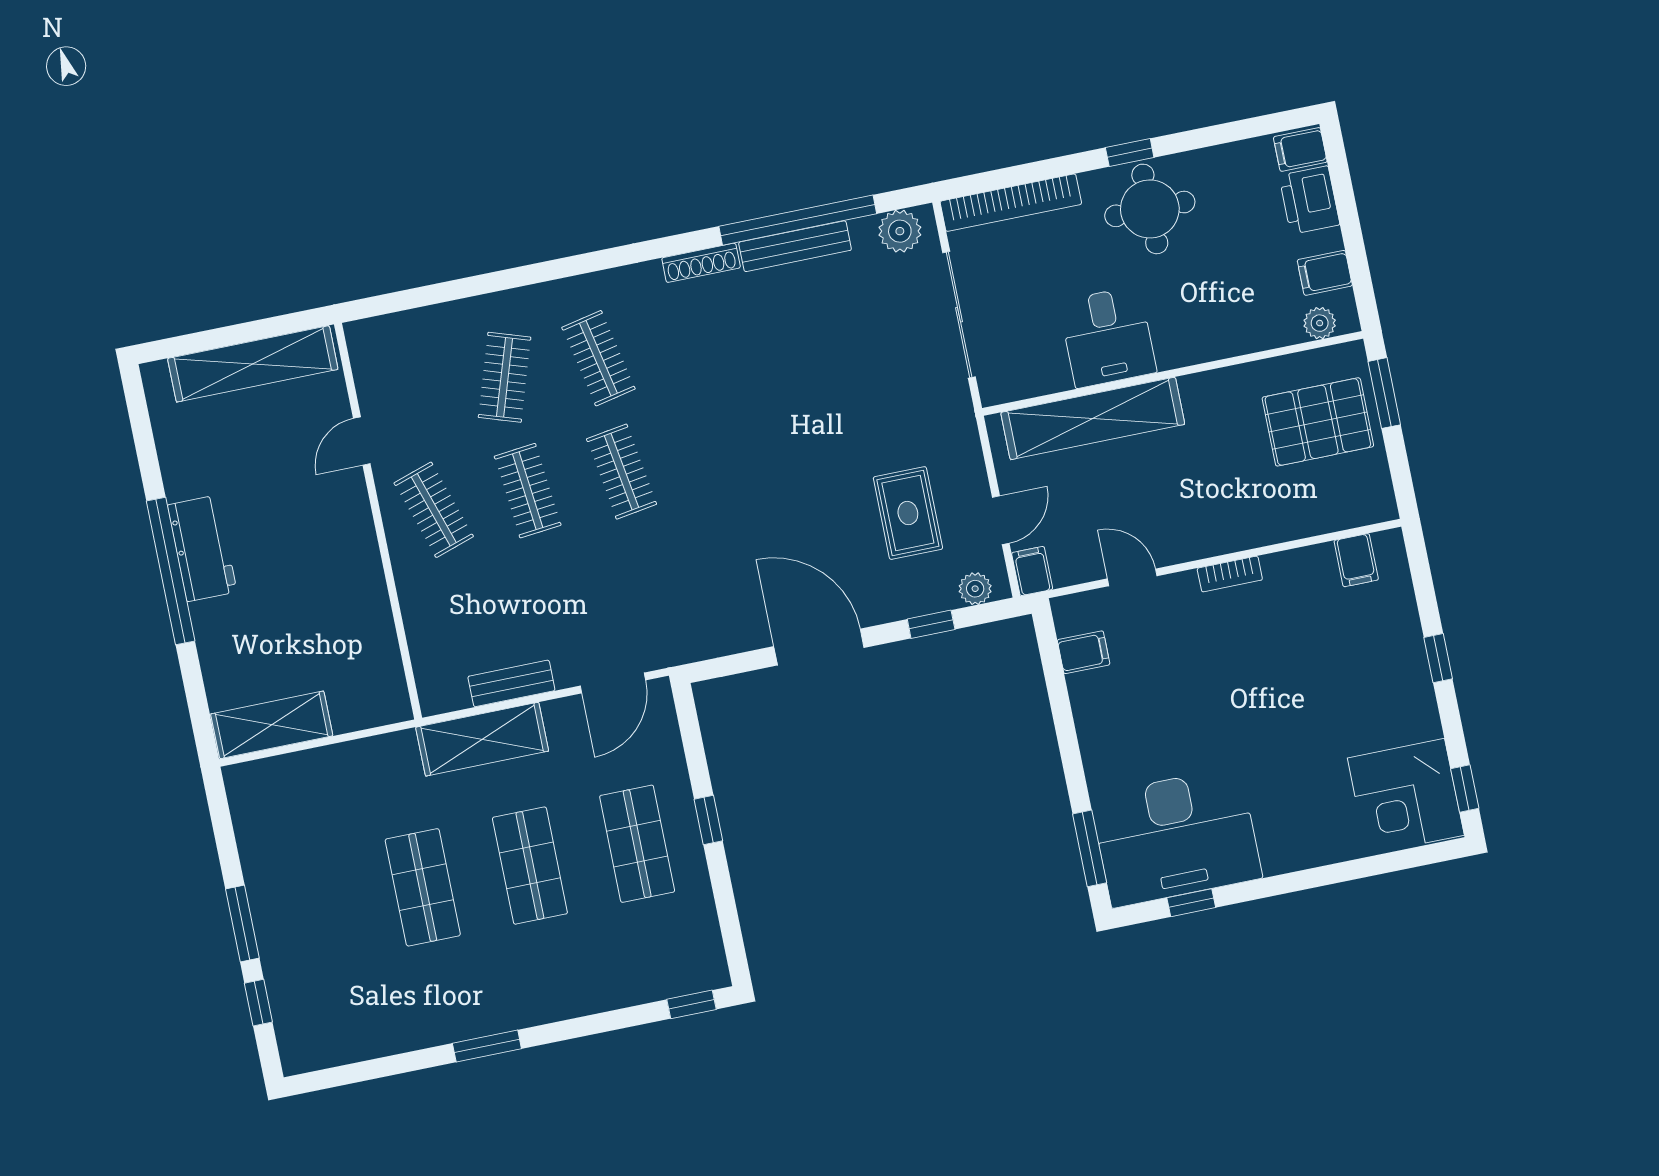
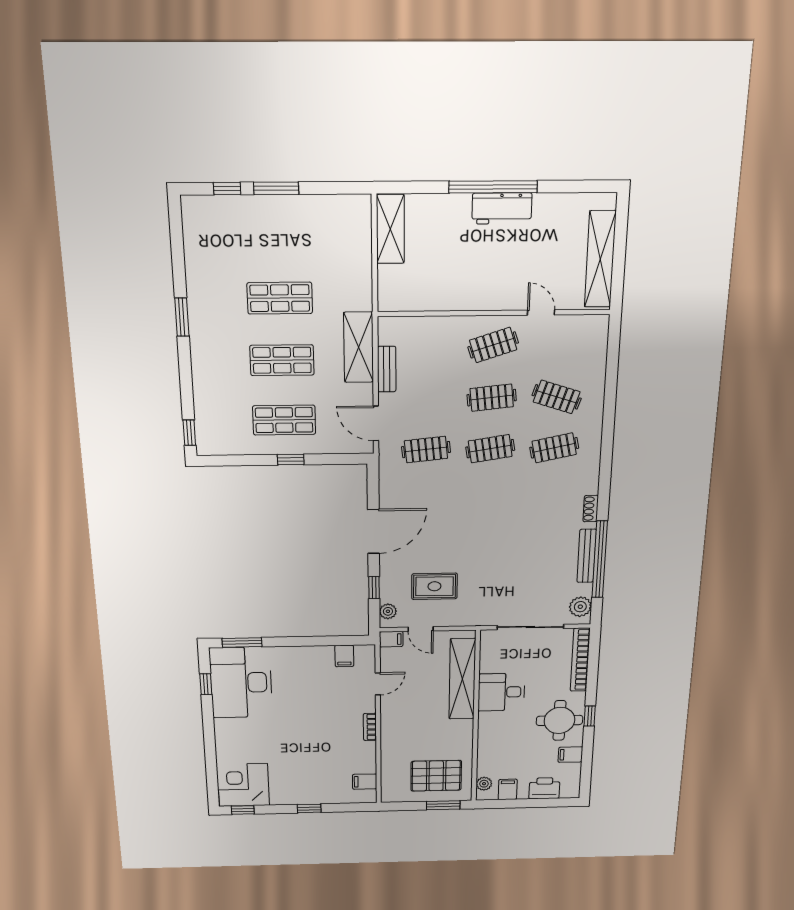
filing cabinet: (1300, 149) -> (570, 755), moved, turned -90
shoe rack: (701, 263) -> (591, 509), width x0.70
pallet: (1318, 422) -> (436, 776), turned 90
clothes rail: (645, 585) -> (426, 450), added

